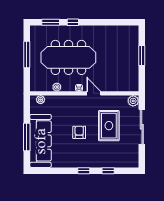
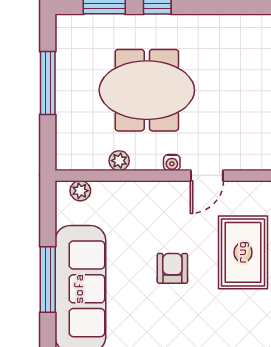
meeting table: (68, 57) -> (147, 90), width x0.73
door: (94, 93) -> (207, 176), swing flipped

